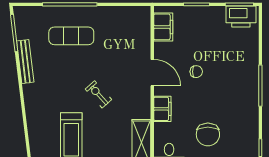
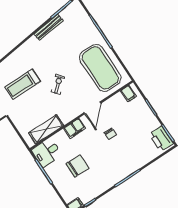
filing cabinet: (163, 27) -> (128, 94), width x0.50
exercise mat: (71, 36) -> (100, 68), moved, width x2.00, depth x1.45
chair: (208, 134) -> (77, 166), turned 180

